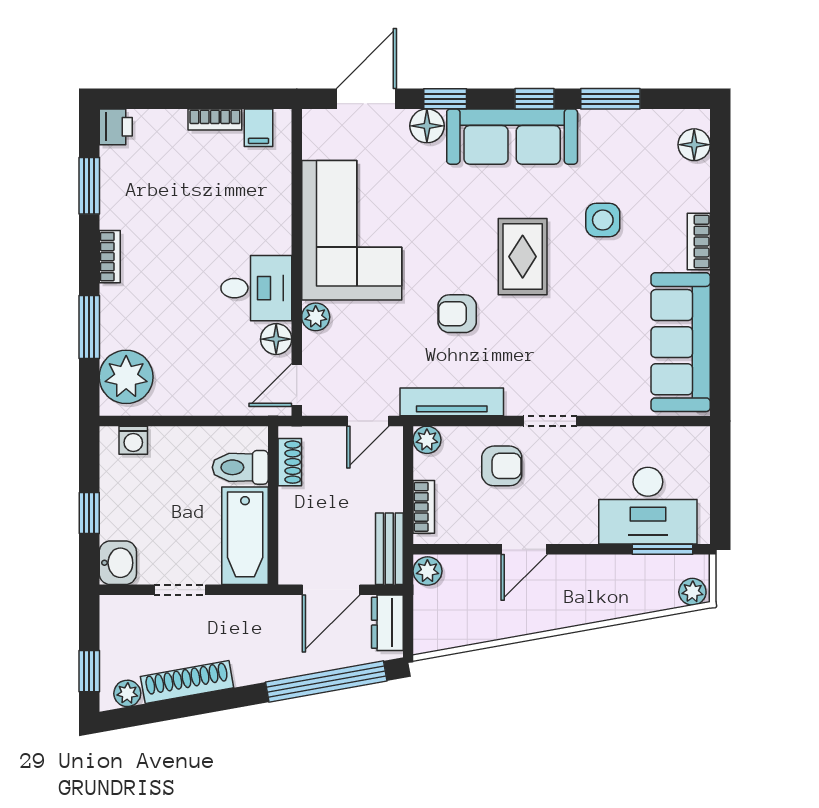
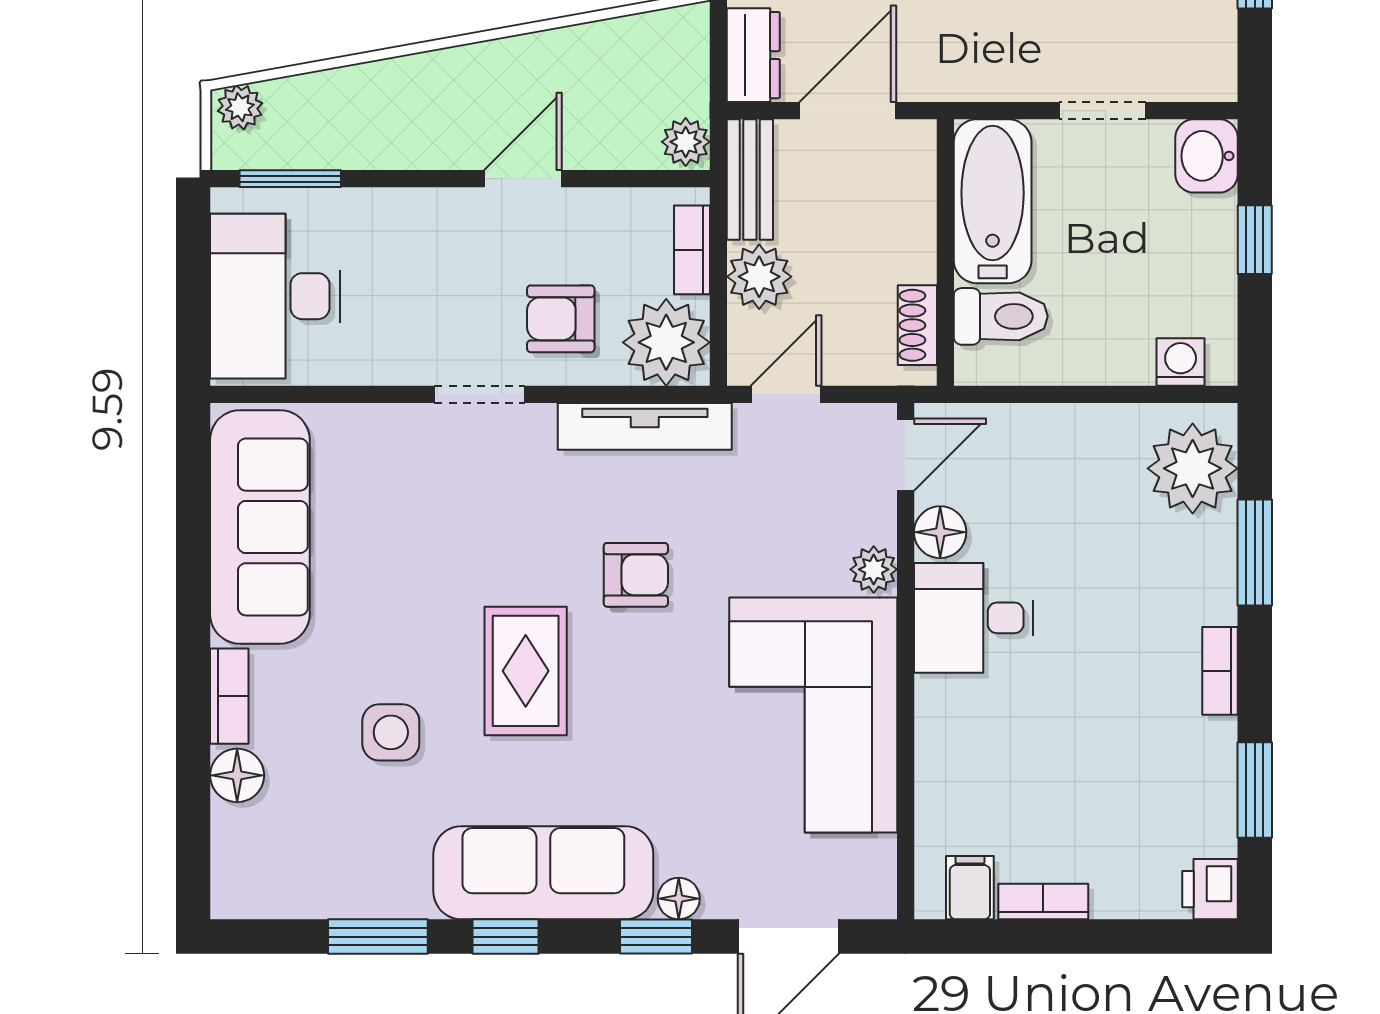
floor lamp: (427, 126) -> (679, 899), width x0.73, depth x0.73
floor lamp: (694, 145) -> (237, 775), moved
plant: (427, 440) -> (666, 342), width x1.88, depth x1.88
plant: (384, 491) -> (759, 277), added
desk: (648, 506) -> (275, 296), moved, turned -90

